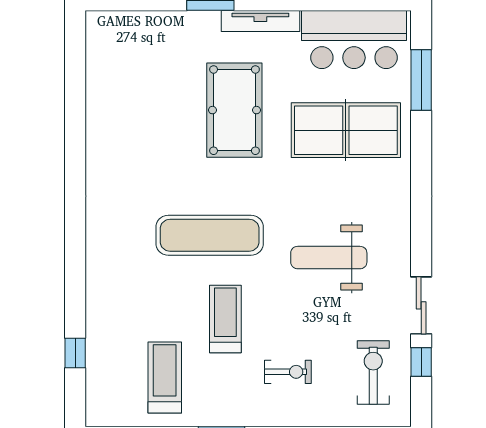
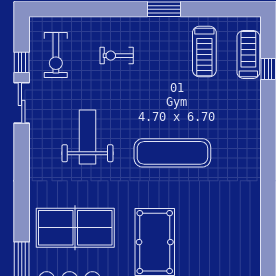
weight bench: (329, 258) -> (87, 137), turned -90
treadmill: (225, 319) -> (248, 54), moved, turned 180

